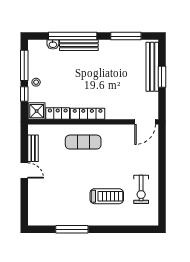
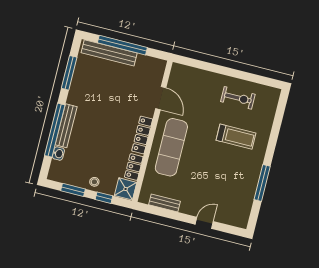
window: (24, 65) -> (73, 190), width x0.69
window: (162, 77) -> (122, 45), width x2.11
door: (145, 122) -> (161, 98), moved
exercise mat: (83, 142) -> (171, 147), width x1.36, depth x1.45
door: (24, 170) -> (204, 223), moved
treadmill: (107, 196) -> (236, 137), turned 90

